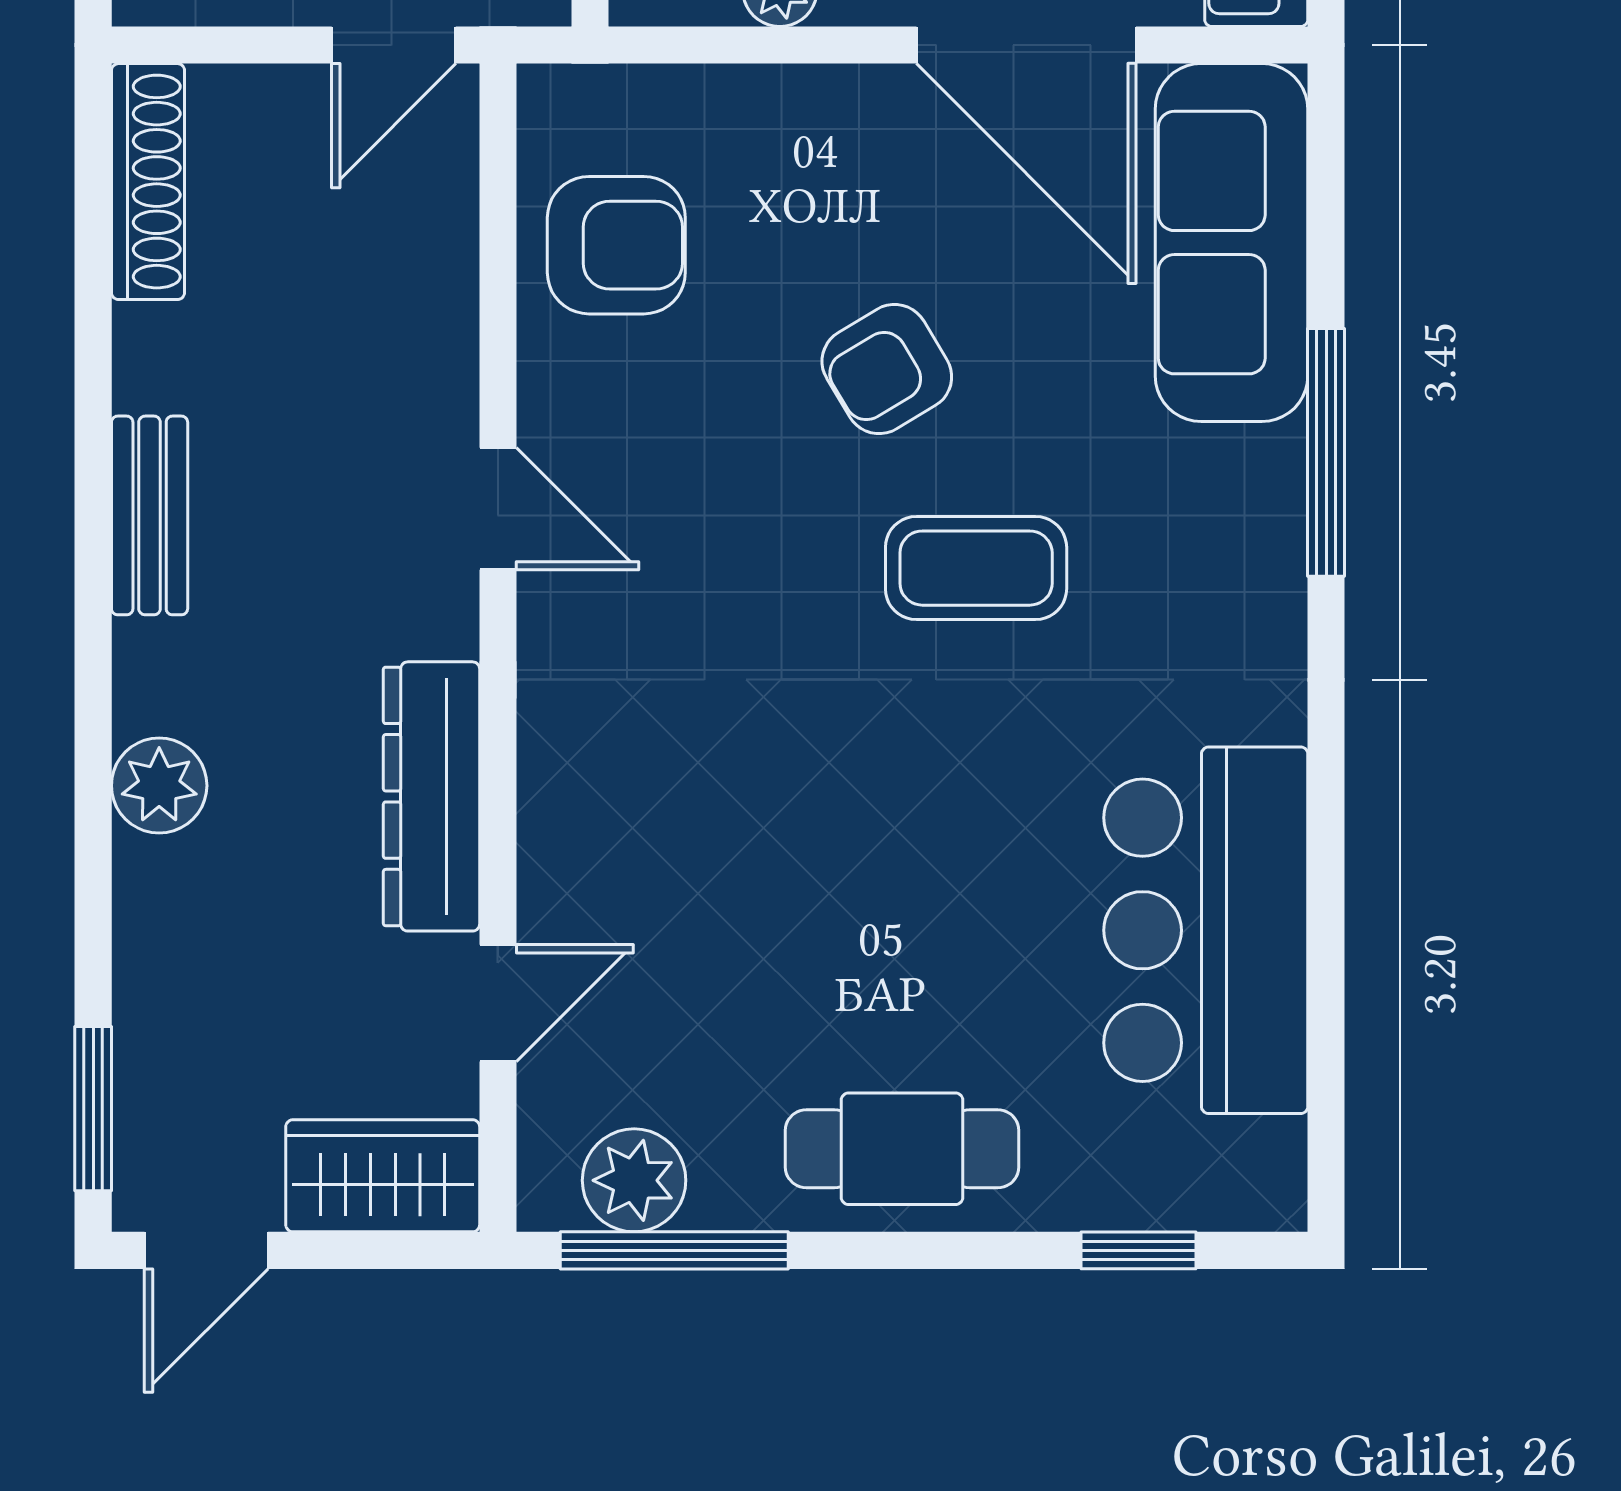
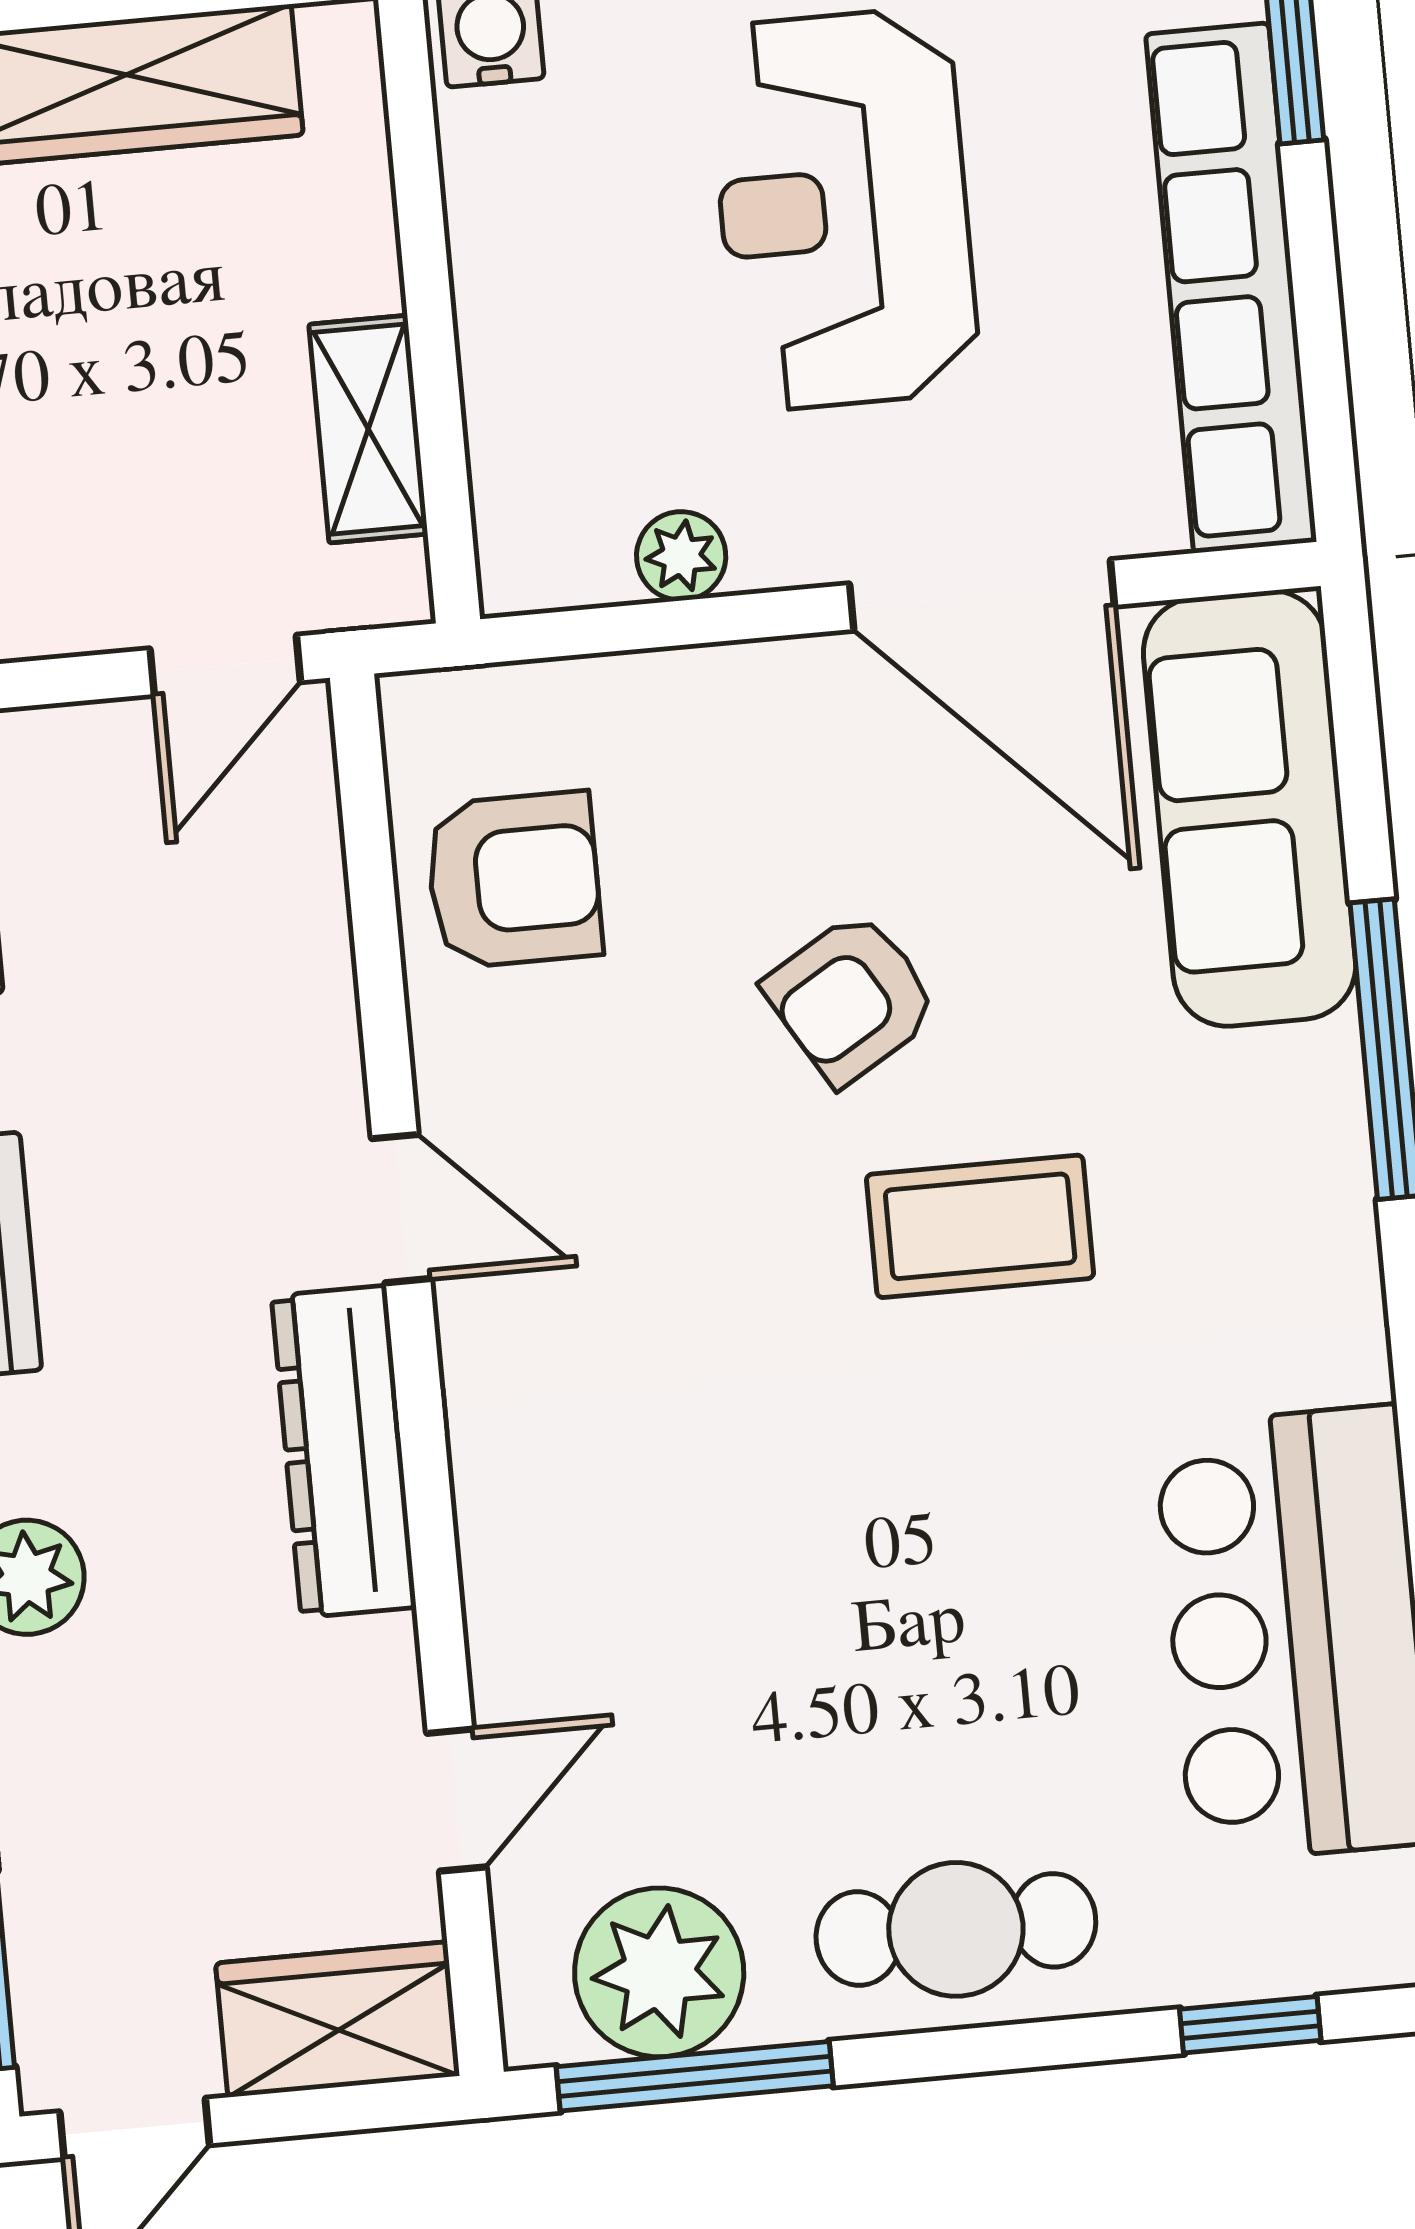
dresser: (431, 796) -> (344, 1452), moved
plant: (634, 1180) -> (659, 1972), width x1.36, depth x1.36

